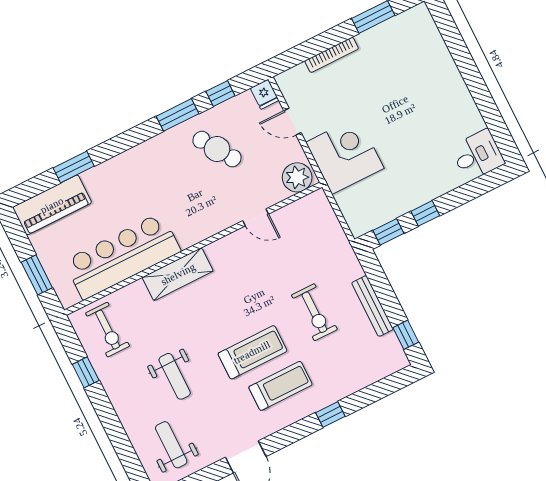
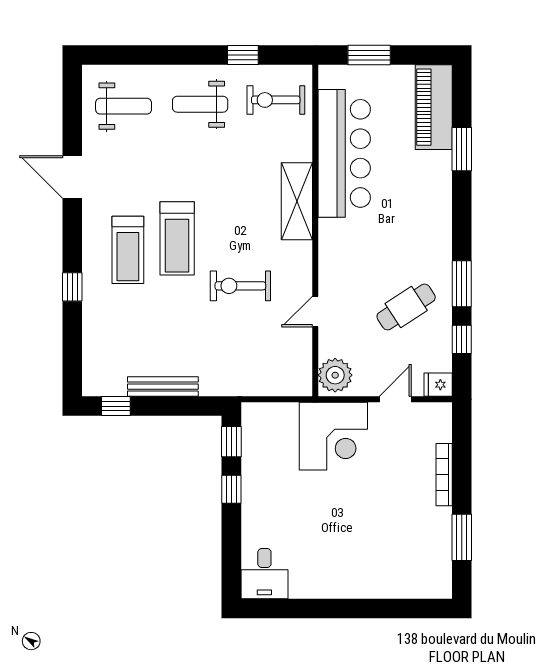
exercise bike: (314, 312) -> (240, 286), moved
weight bench: (175, 376) -> (200, 104), moved

